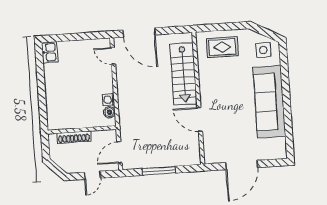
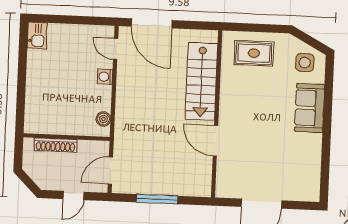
washing machine: (108, 100) -> (105, 77), moved
sofa: (269, 102) -> (310, 108), width x0.54, depth x0.79

